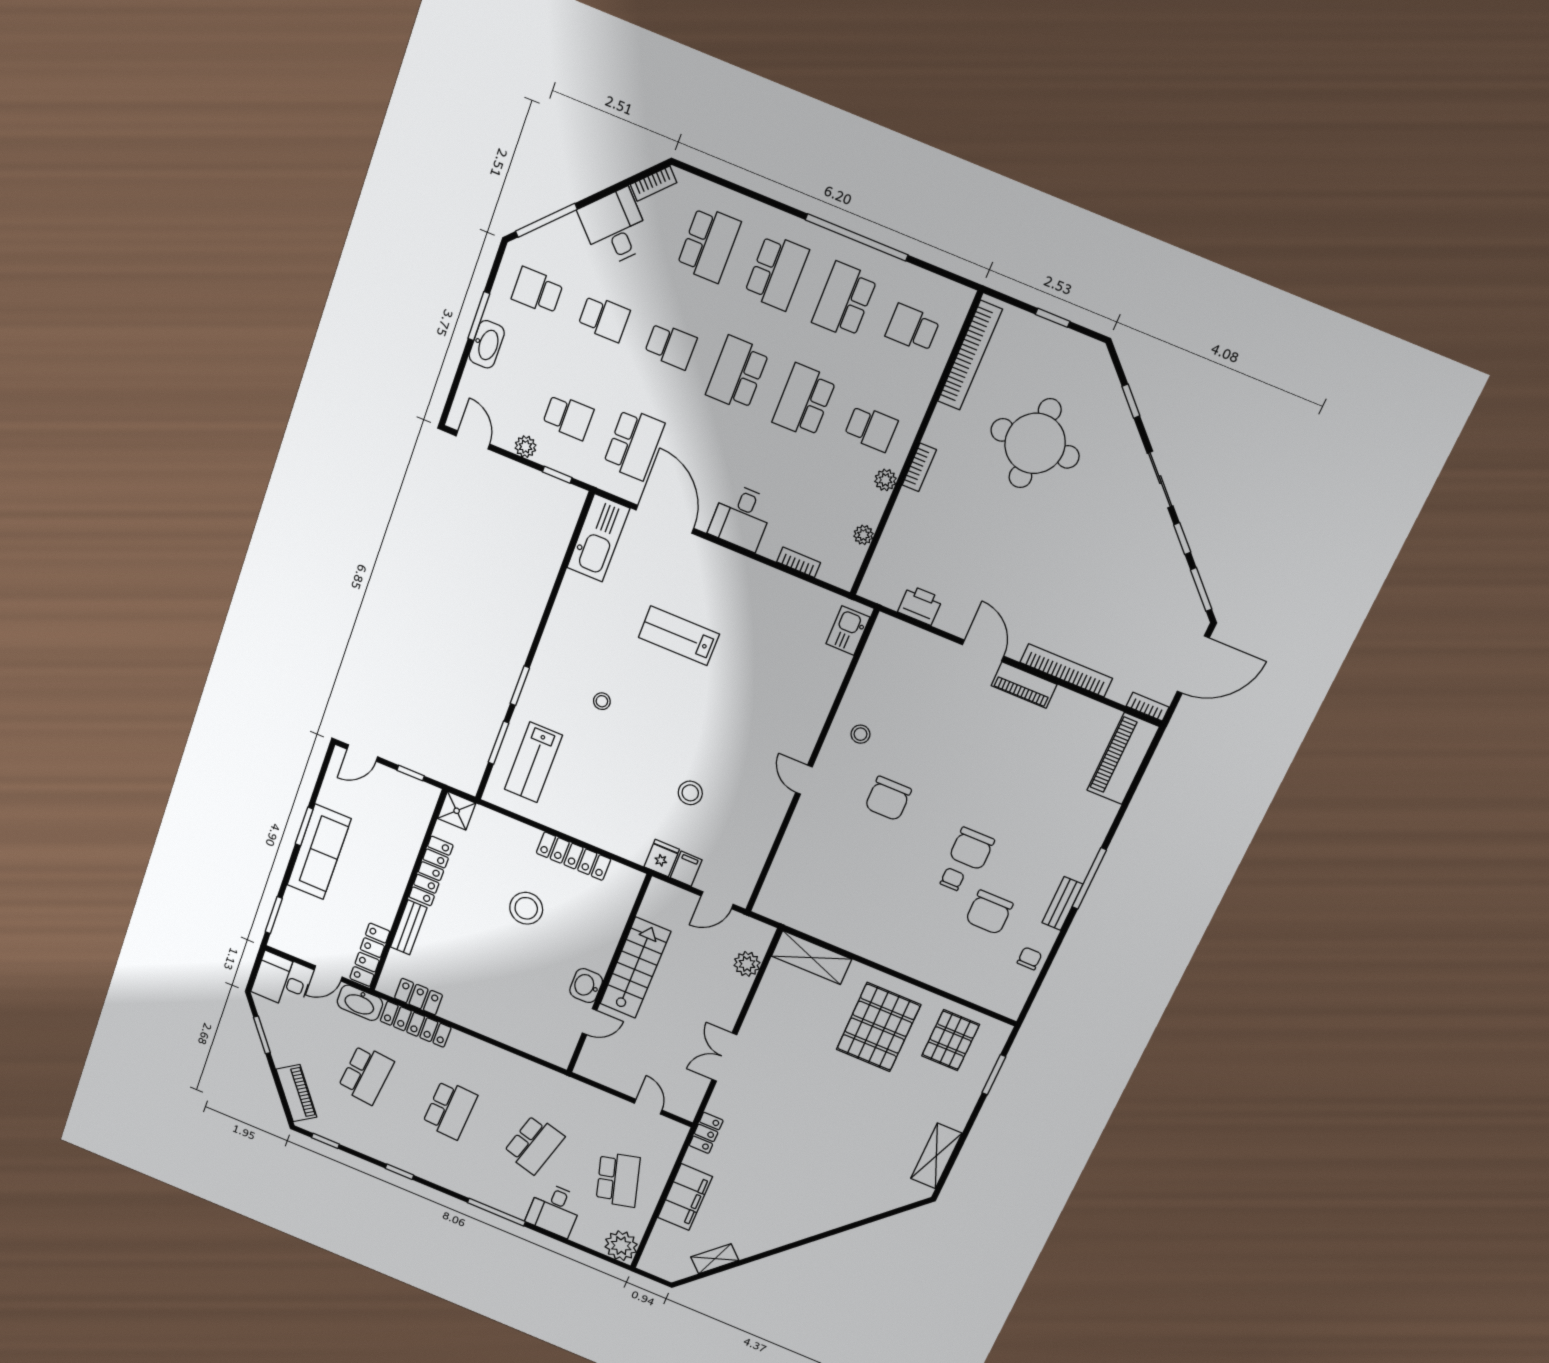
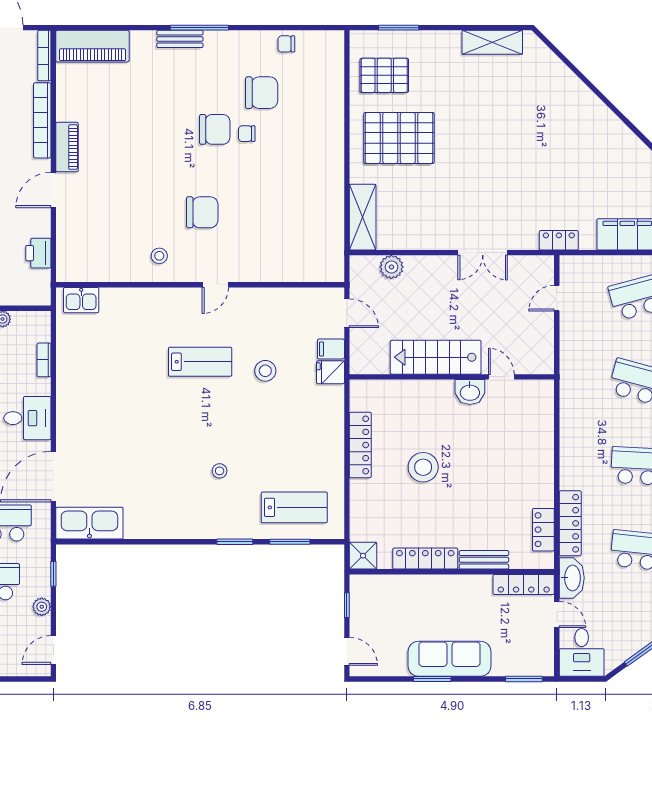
lab bench: (679, 636) -> (200, 362), moved, turned -90
bookcase: (1148, 707) -> (44, 56), width x1.56
bench: (1062, 903) -> (180, 39), moved

